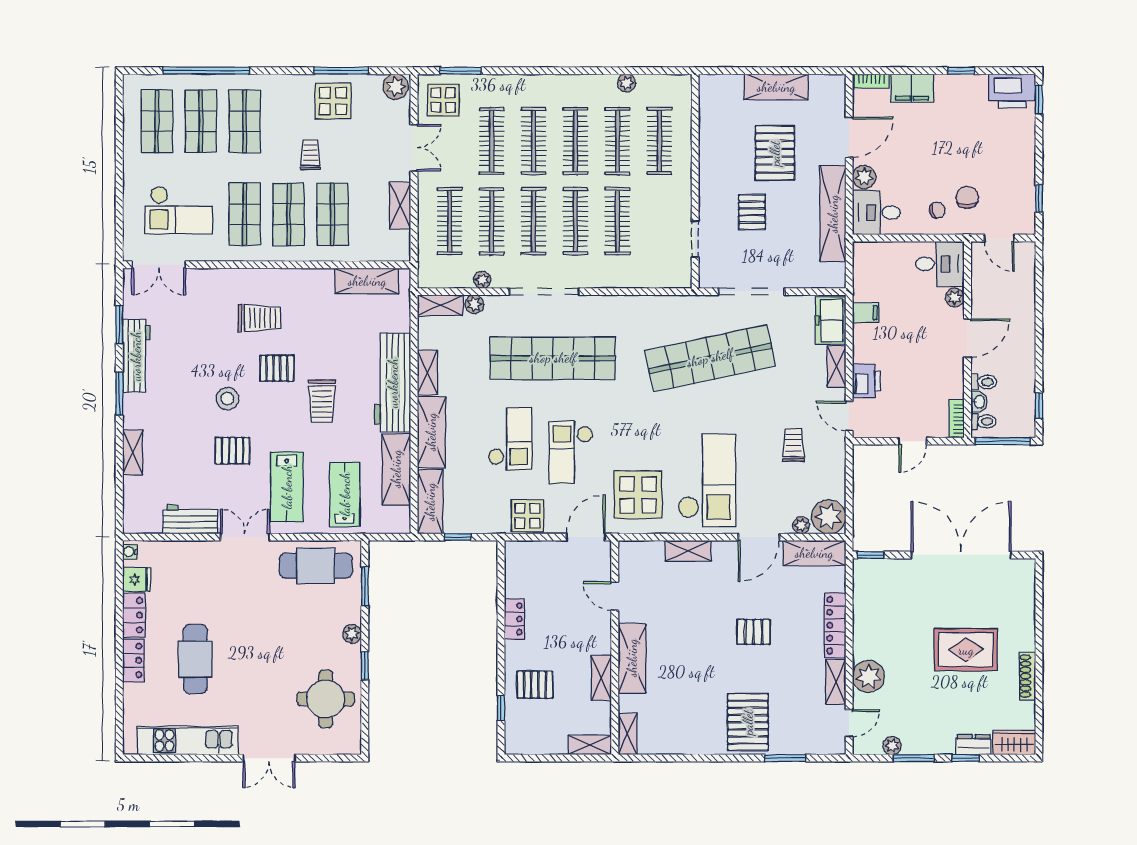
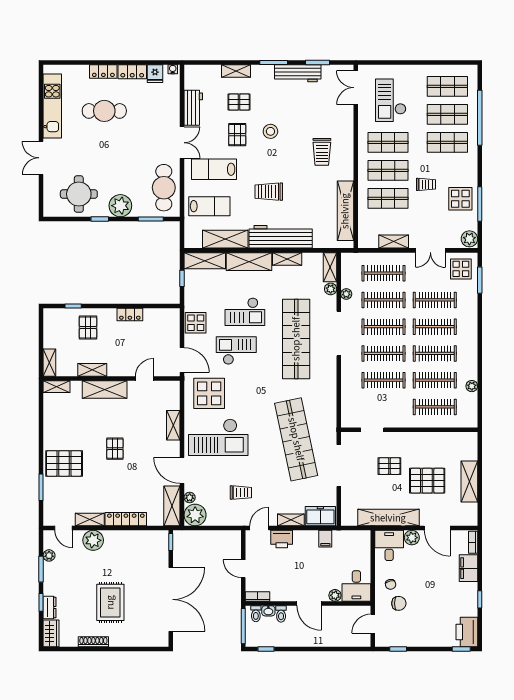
shelving: (367, 281) -> (345, 211), width x1.47
pallet: (277, 368) -> (239, 102), moved, turned 90
pallet: (754, 632) -> (115, 449), moved
plant: (352, 634) -> (120, 206), width x1.87, depth x1.87

